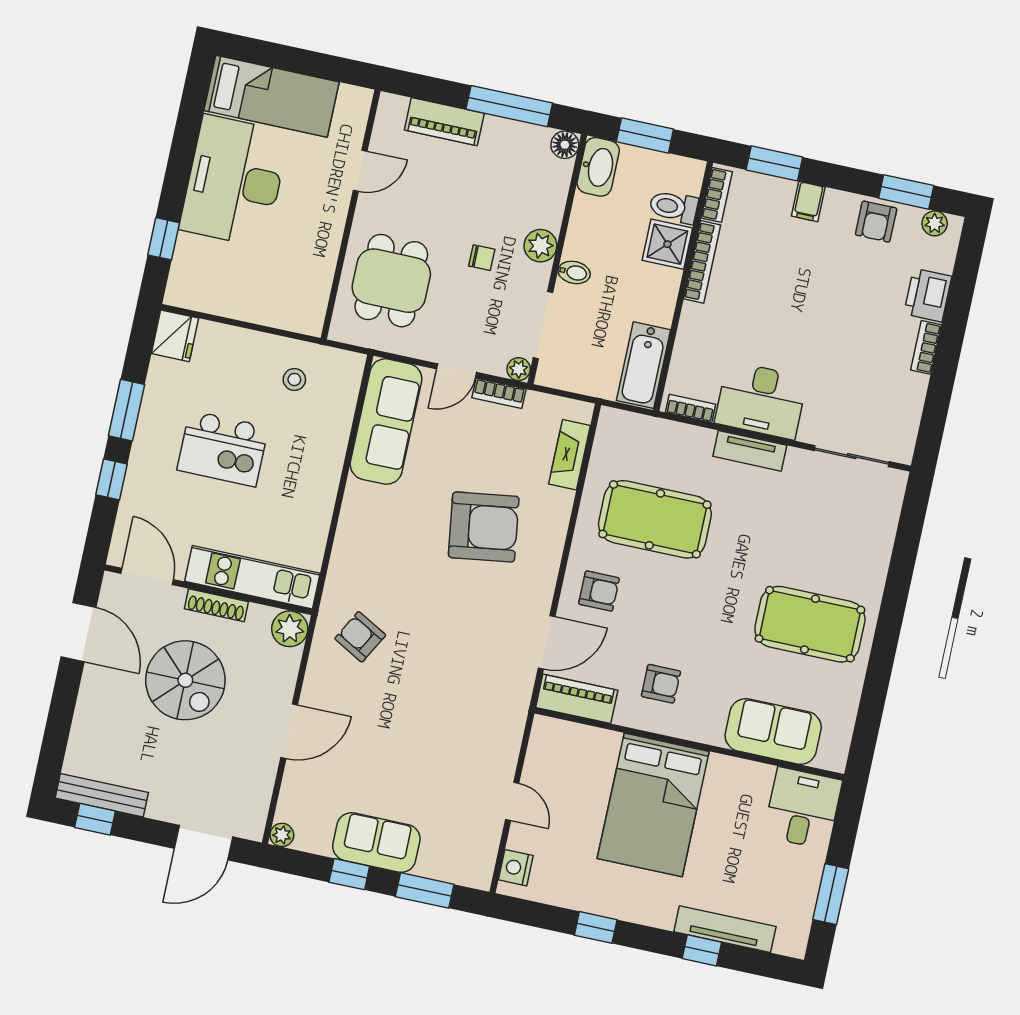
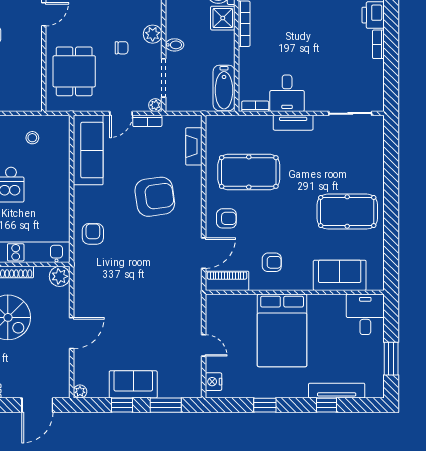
desk: (761, 400) -> (287, 93), width x0.73
armchair: (360, 637) -> (93, 234), moved, turned 61

